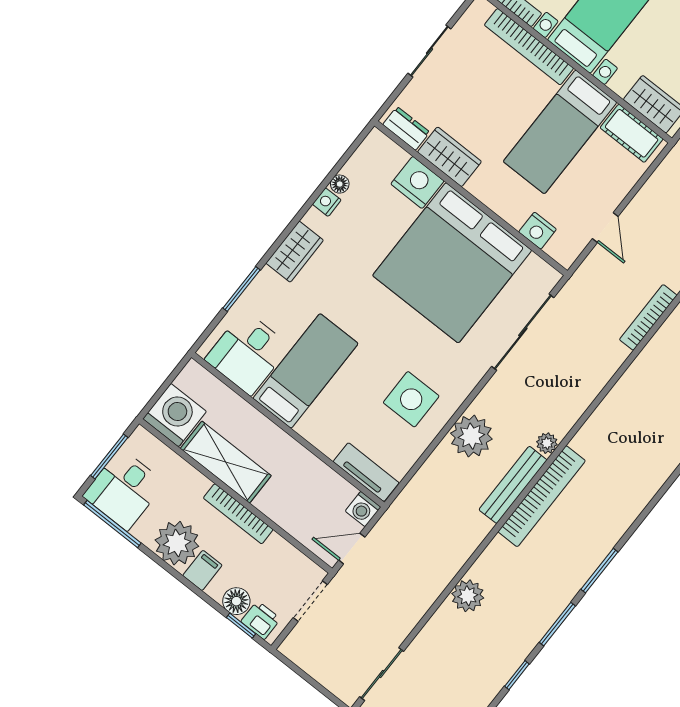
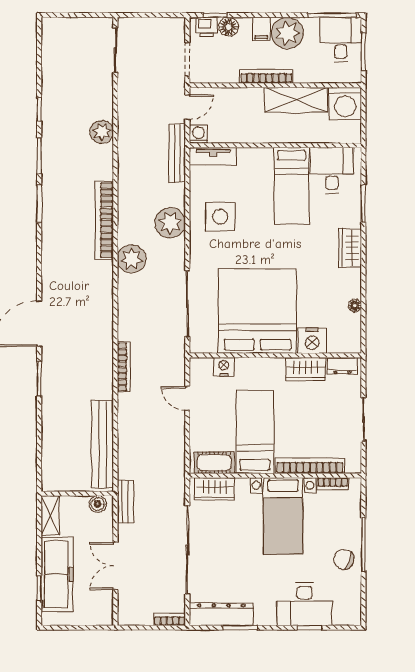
nightstand: (327, 202) -> (354, 290), removed
plant: (547, 443) -> (131, 259), width x1.88, depth x1.88
bench: (513, 485) -> (177, 153), moved

